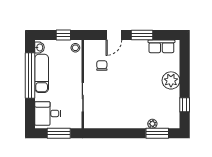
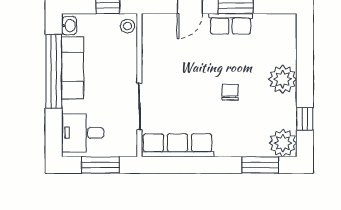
row of seats: (161, 46) -> (231, 24), moved
chair: (102, 66) -> (230, 92), moved
row of seats: (106, 121) -> (178, 145), added
plant: (152, 124) -> (283, 143), moved, width x1.87, depth x1.87

